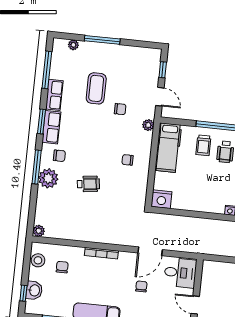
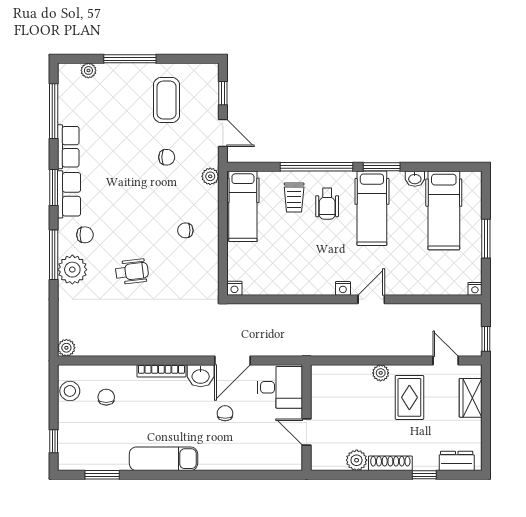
coffee table: (96, 88) -> (167, 100), moved
nightstand: (161, 199) -> (234, 288), width x0.53, depth x0.56
washbasin: (34, 290) -> (201, 376), moved, turned 90

